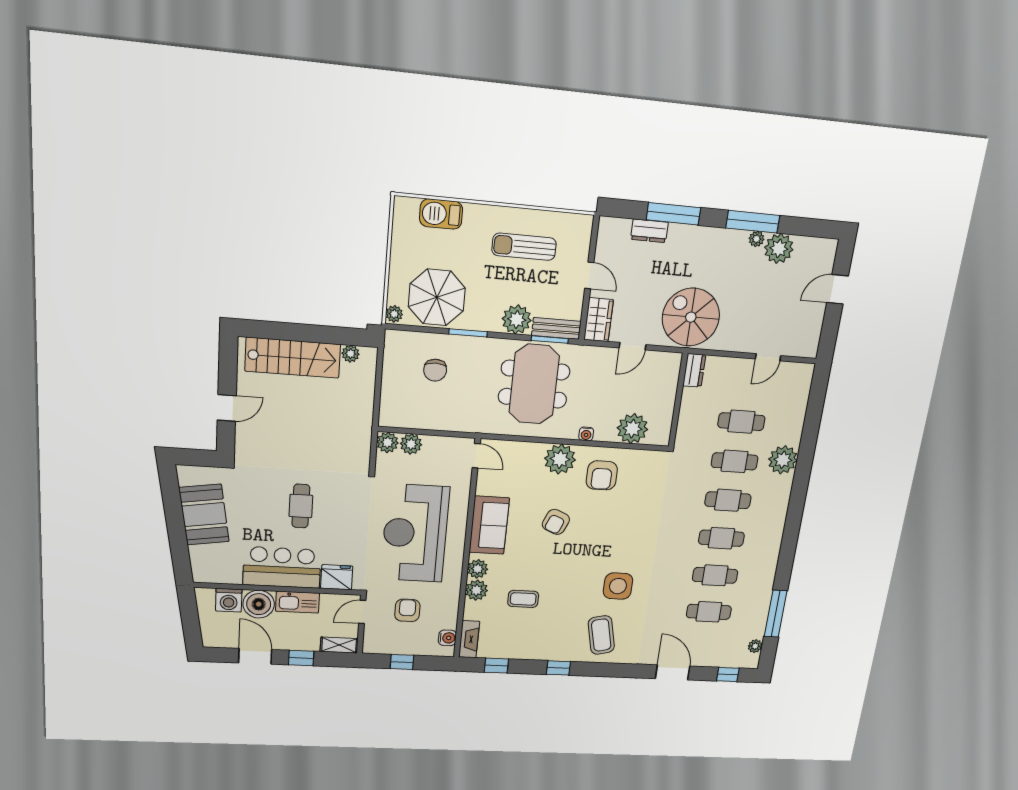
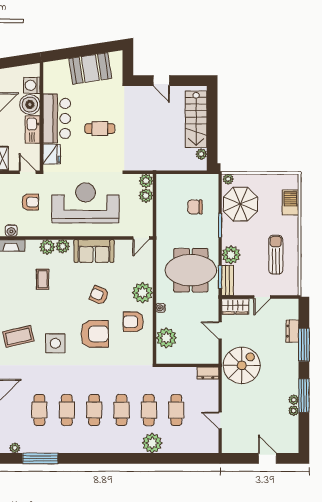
plant: (779, 249) -> (294, 411), width x0.53, depth x0.53
armchair: (612, 531) -> (95, 334), added

